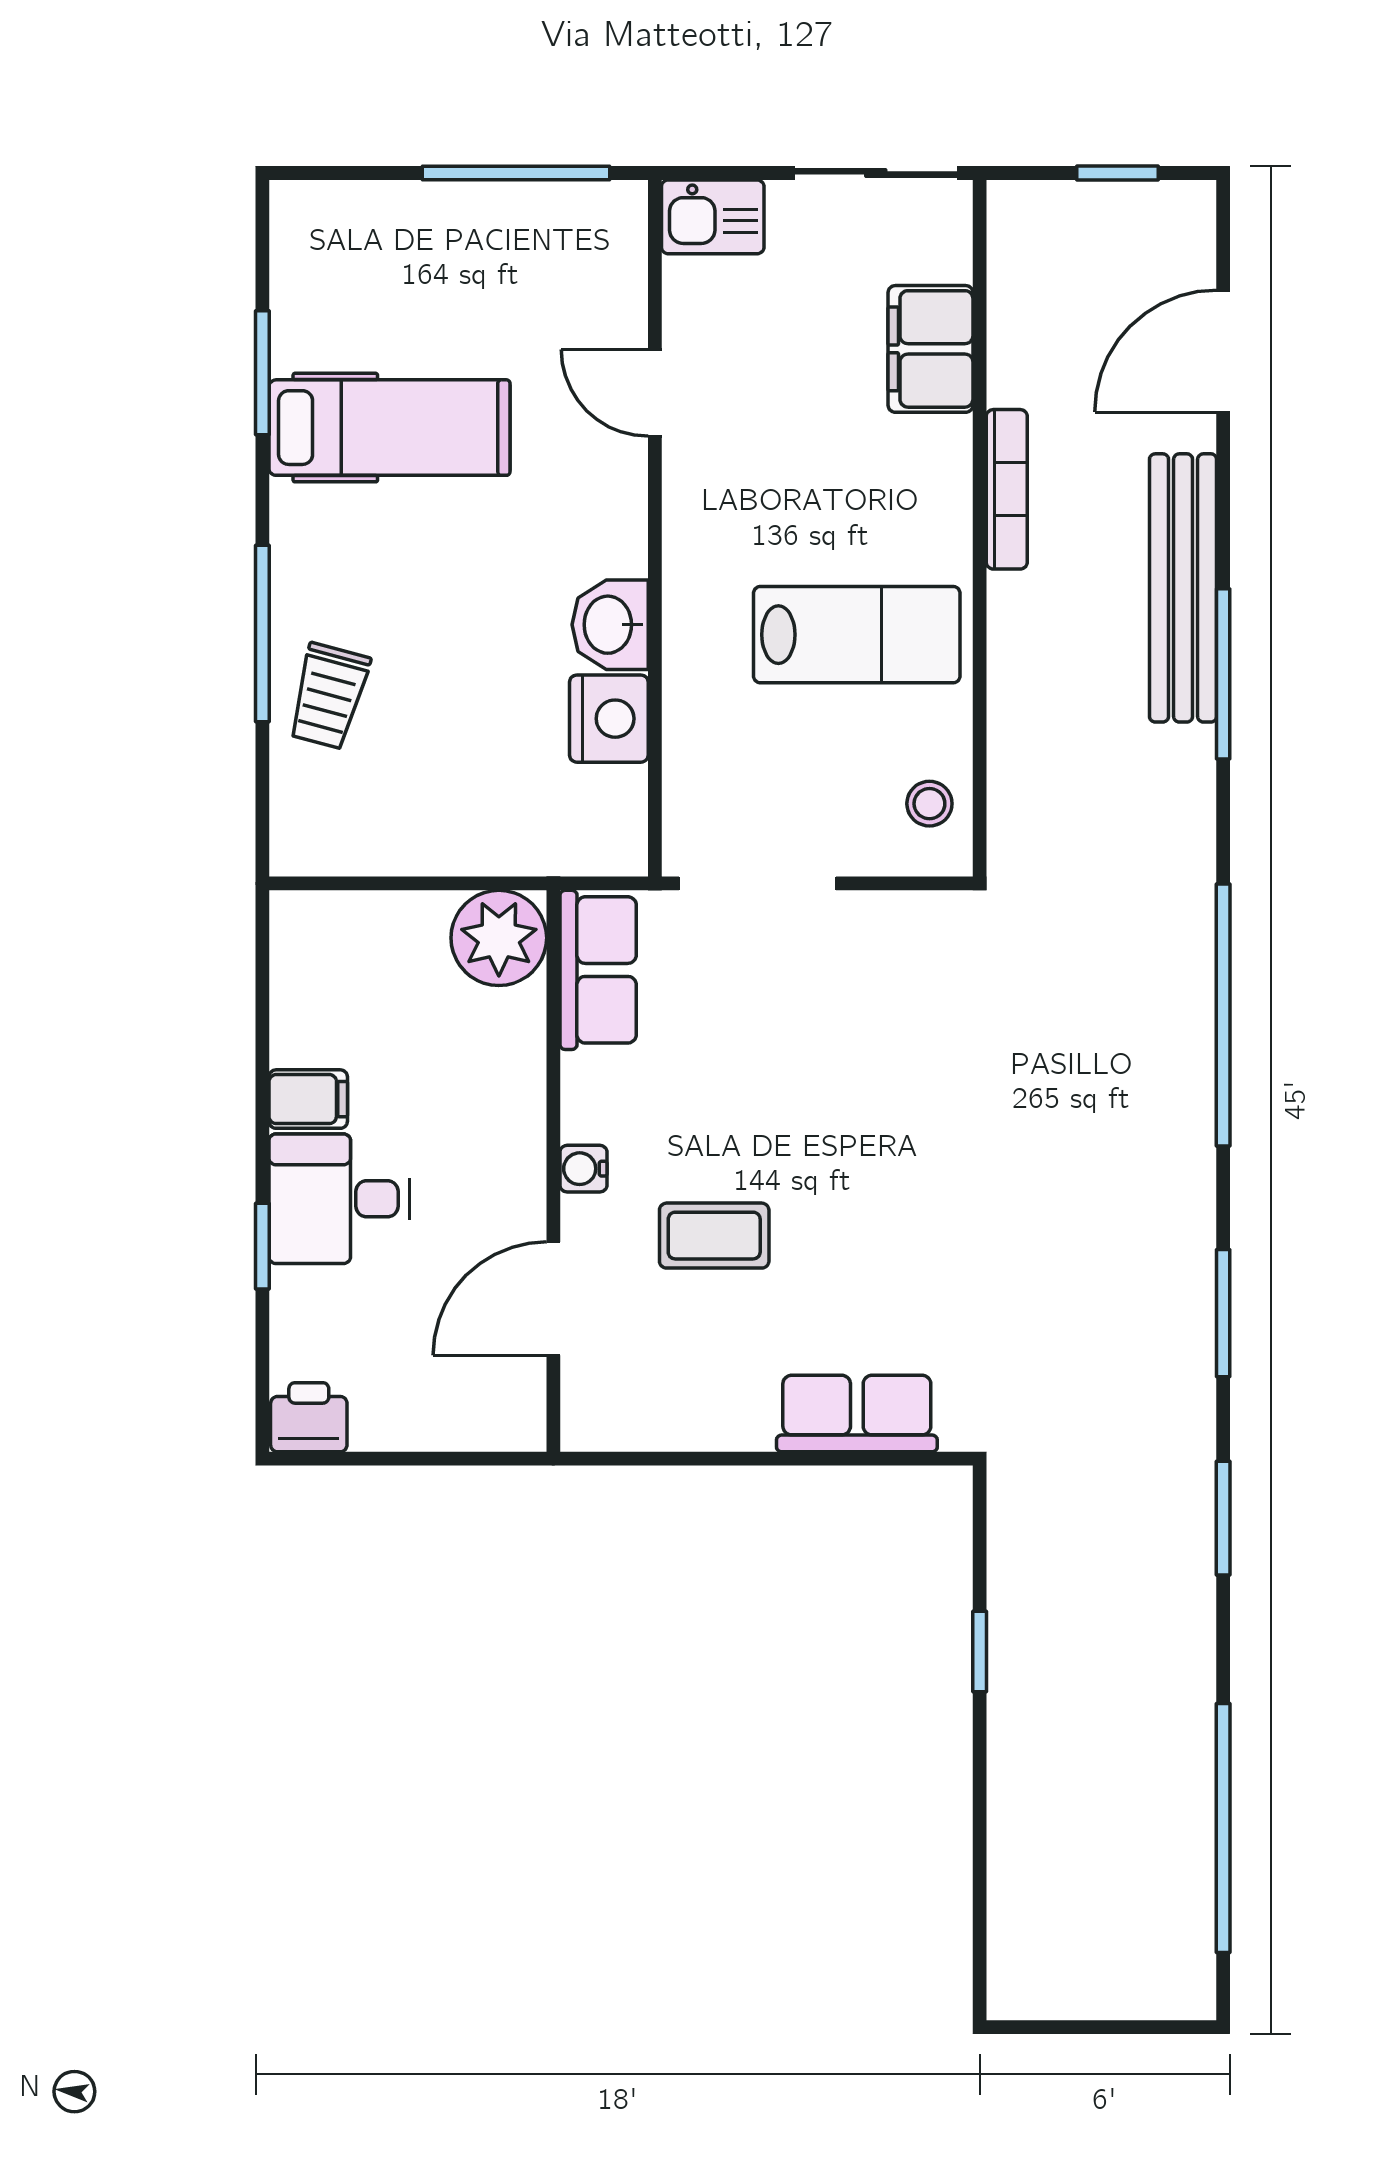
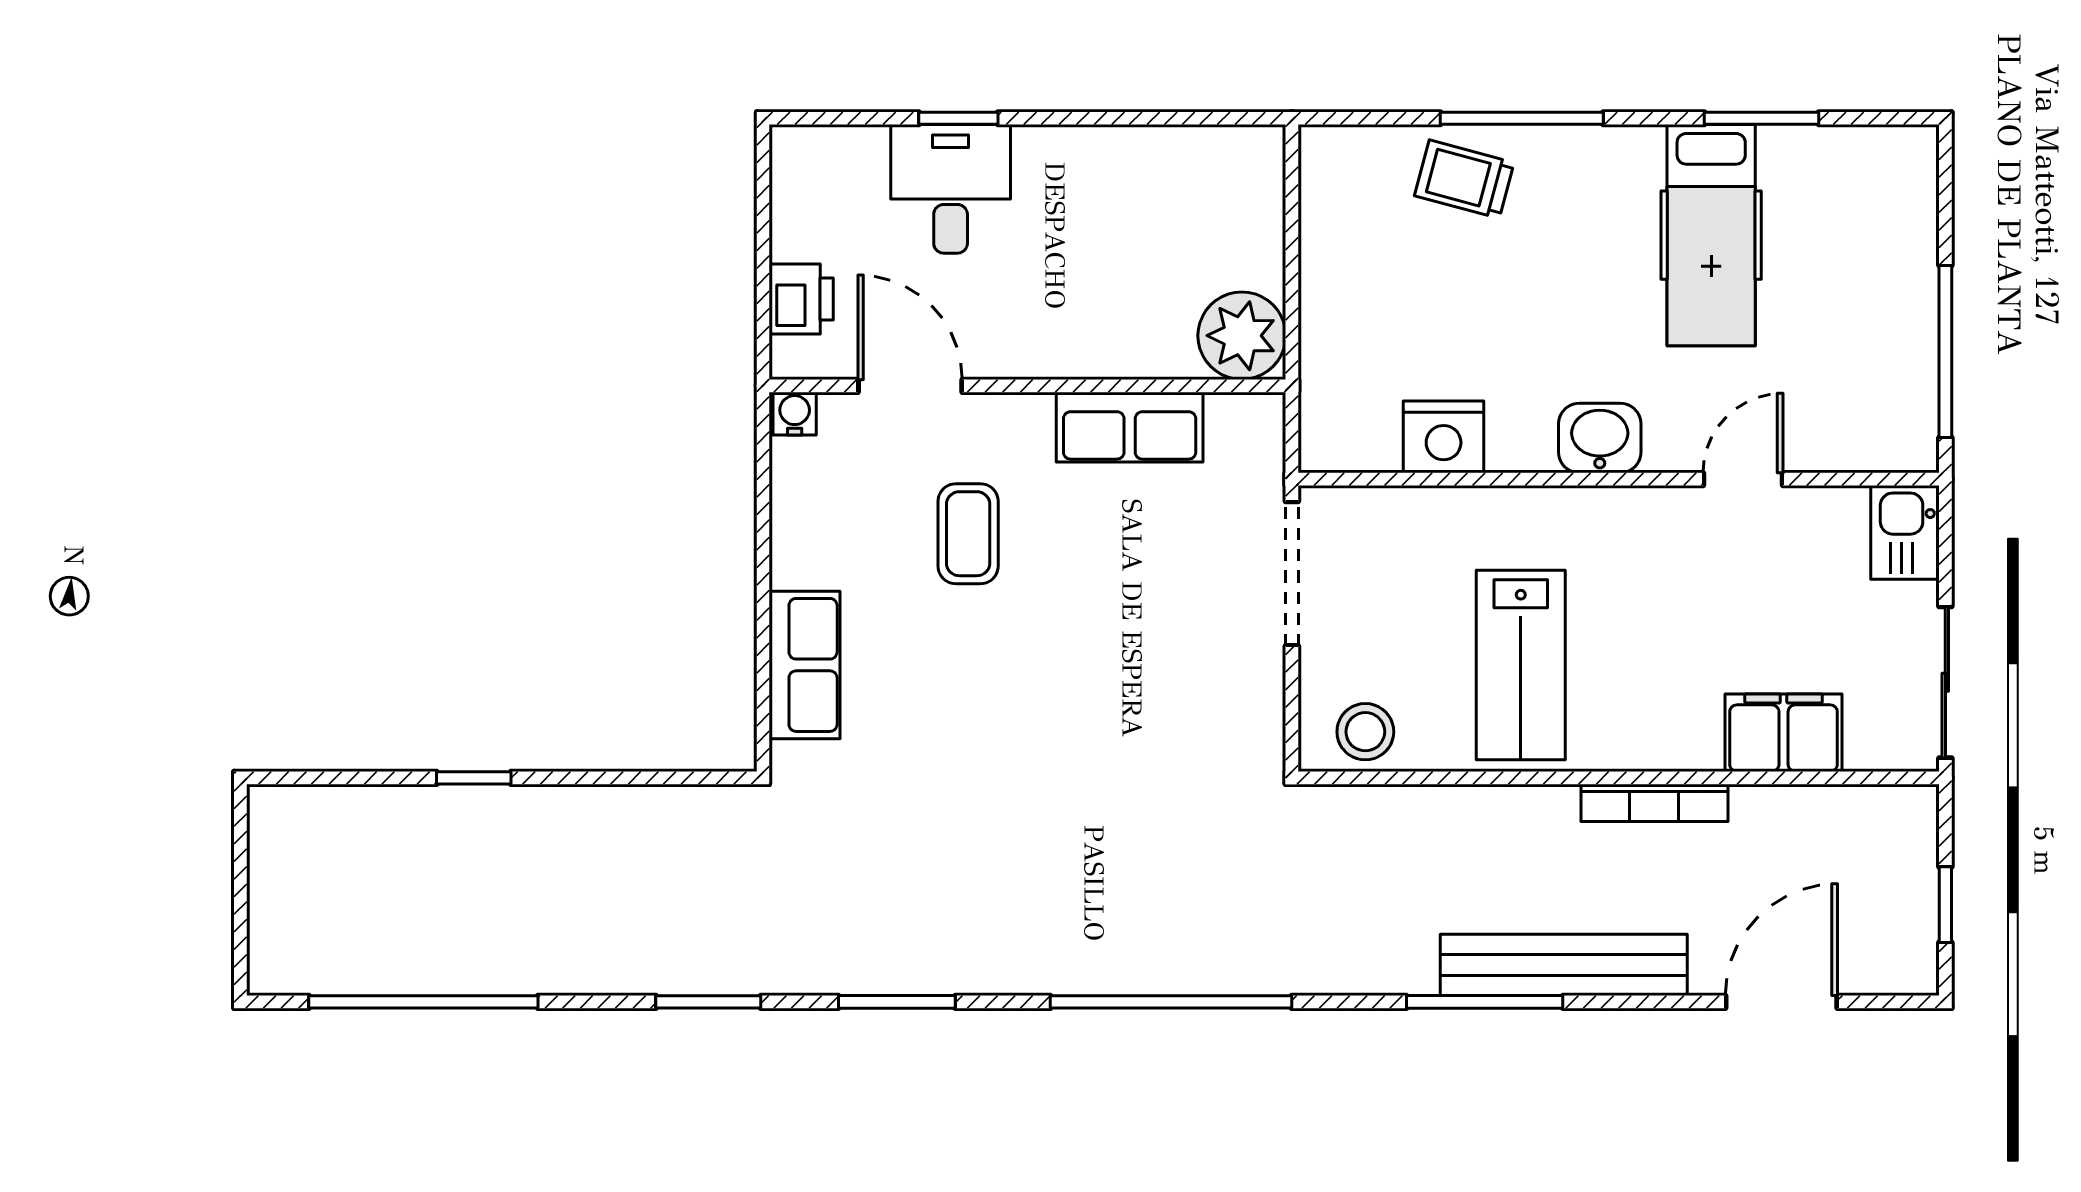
door: (1223, 351) -> (1781, 1002), hinge flipped
washbasin: (610, 625) -> (1600, 438), moved
stool: (929, 804) -> (1365, 732), width x1.37, depth x1.37
row of seats: (598, 970) -> (1130, 427), moved
filing cabinet: (308, 1099) -> (1094, 160), removed
water cooler: (583, 1169) -> (795, 414), moved
desk: (339, 1199) -> (951, 189), moved
printer: (309, 1417) -> (801, 299), moved
window: (980, 1652) -> (474, 778), moved

